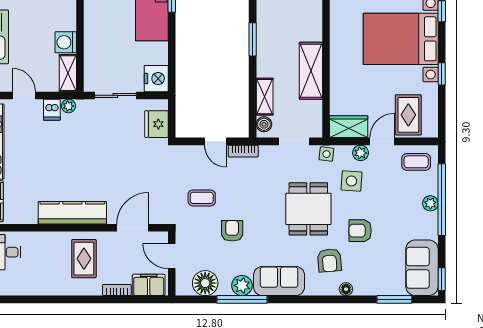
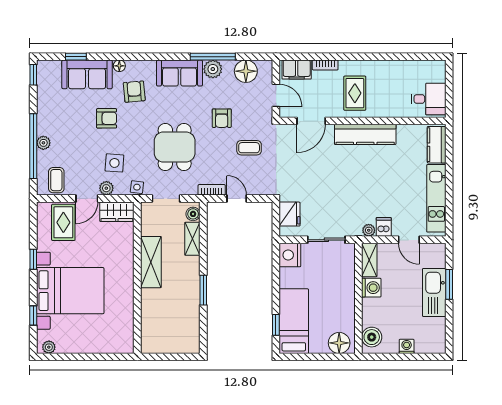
coffee table: (416, 162) -> (56, 180), turned 90
dining table: (308, 209) -> (175, 147), moved
sofa: (422, 268) -> (87, 74), moved, turned 90
window: (394, 299) -> (76, 57), width x0.67

